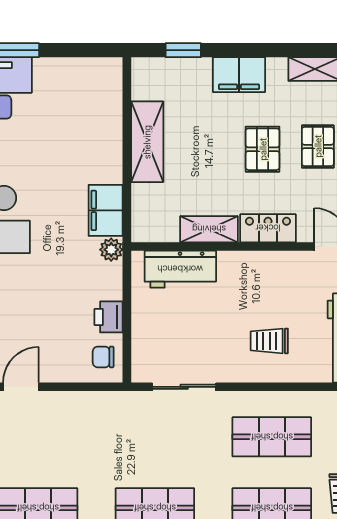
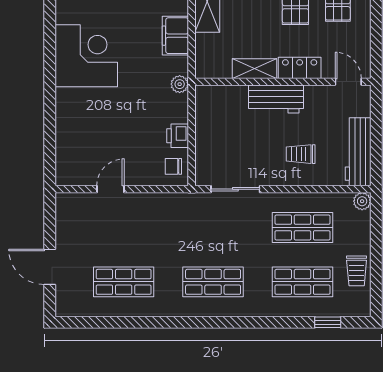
filing cabinet: (106, 210) -> (175, 36), moved
workbench: (180, 269) -> (276, 99), moved

